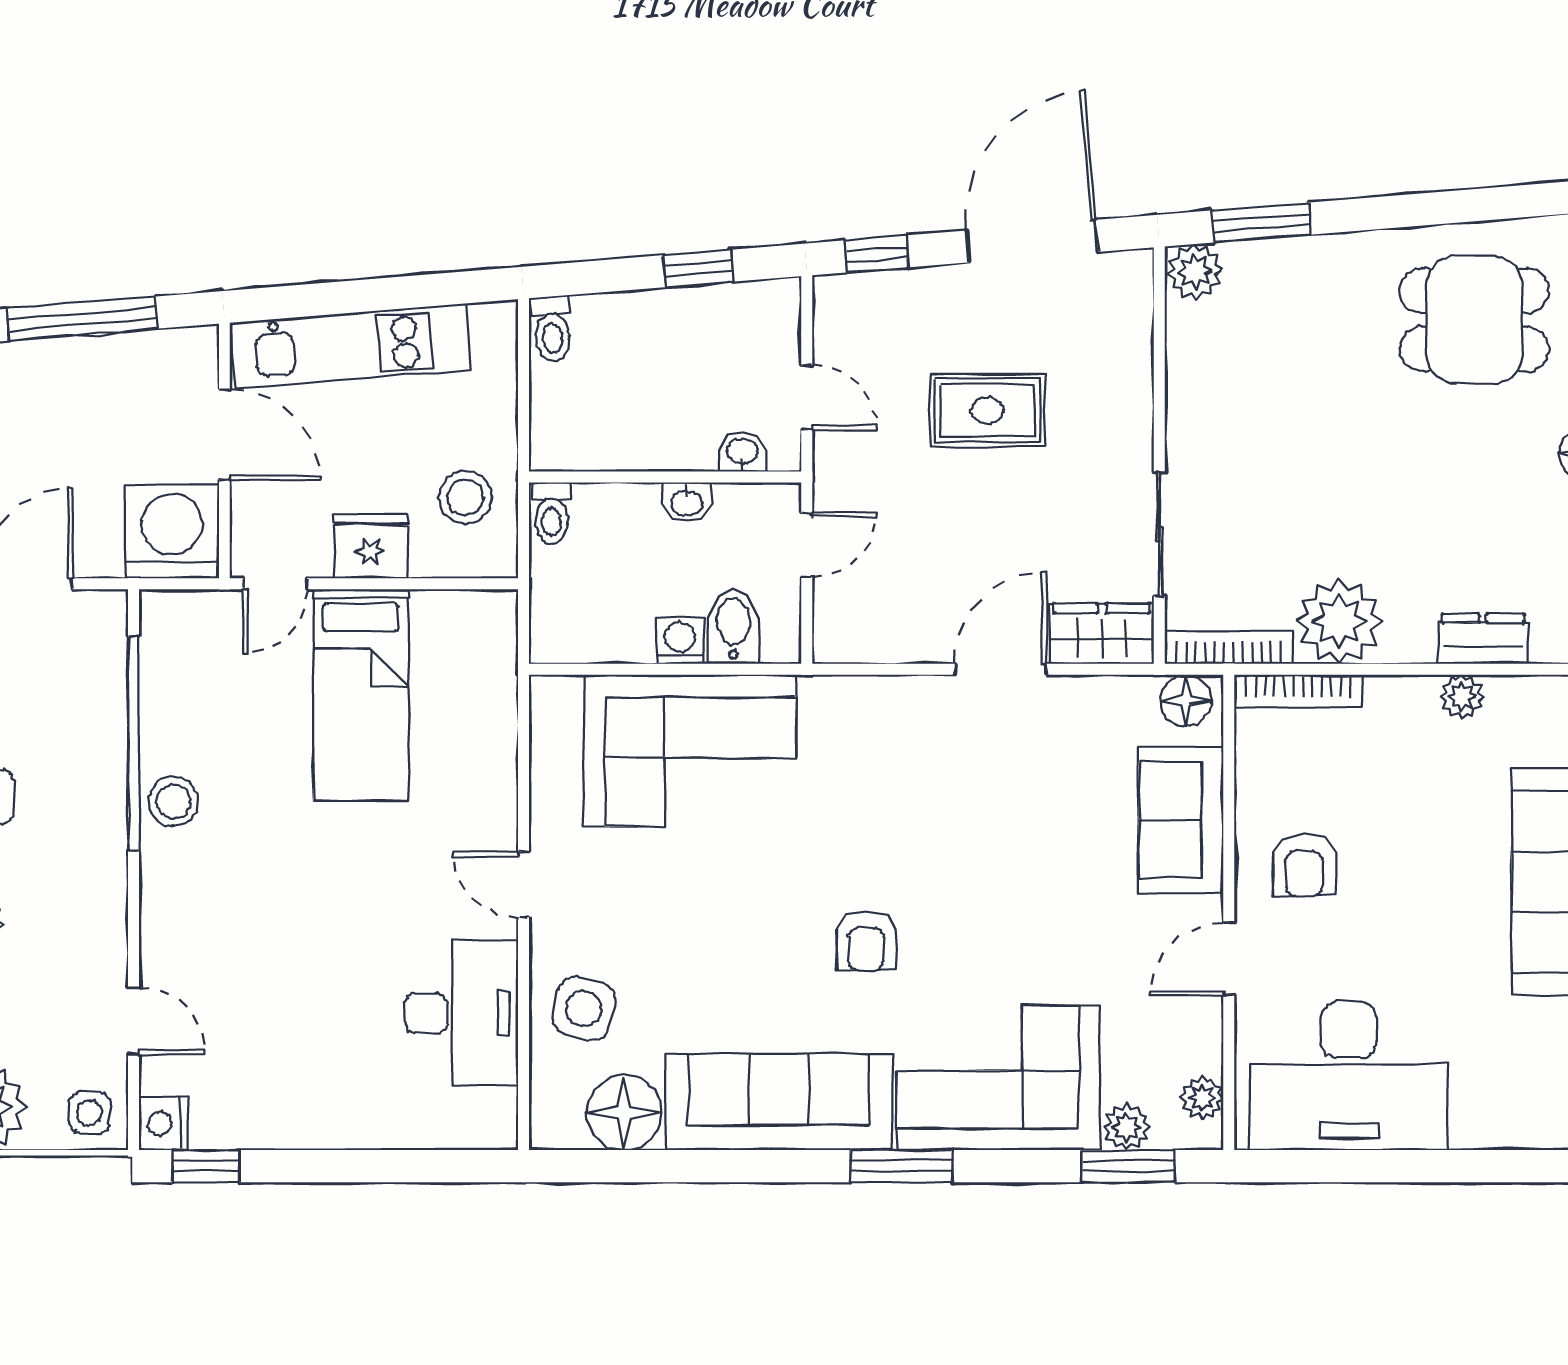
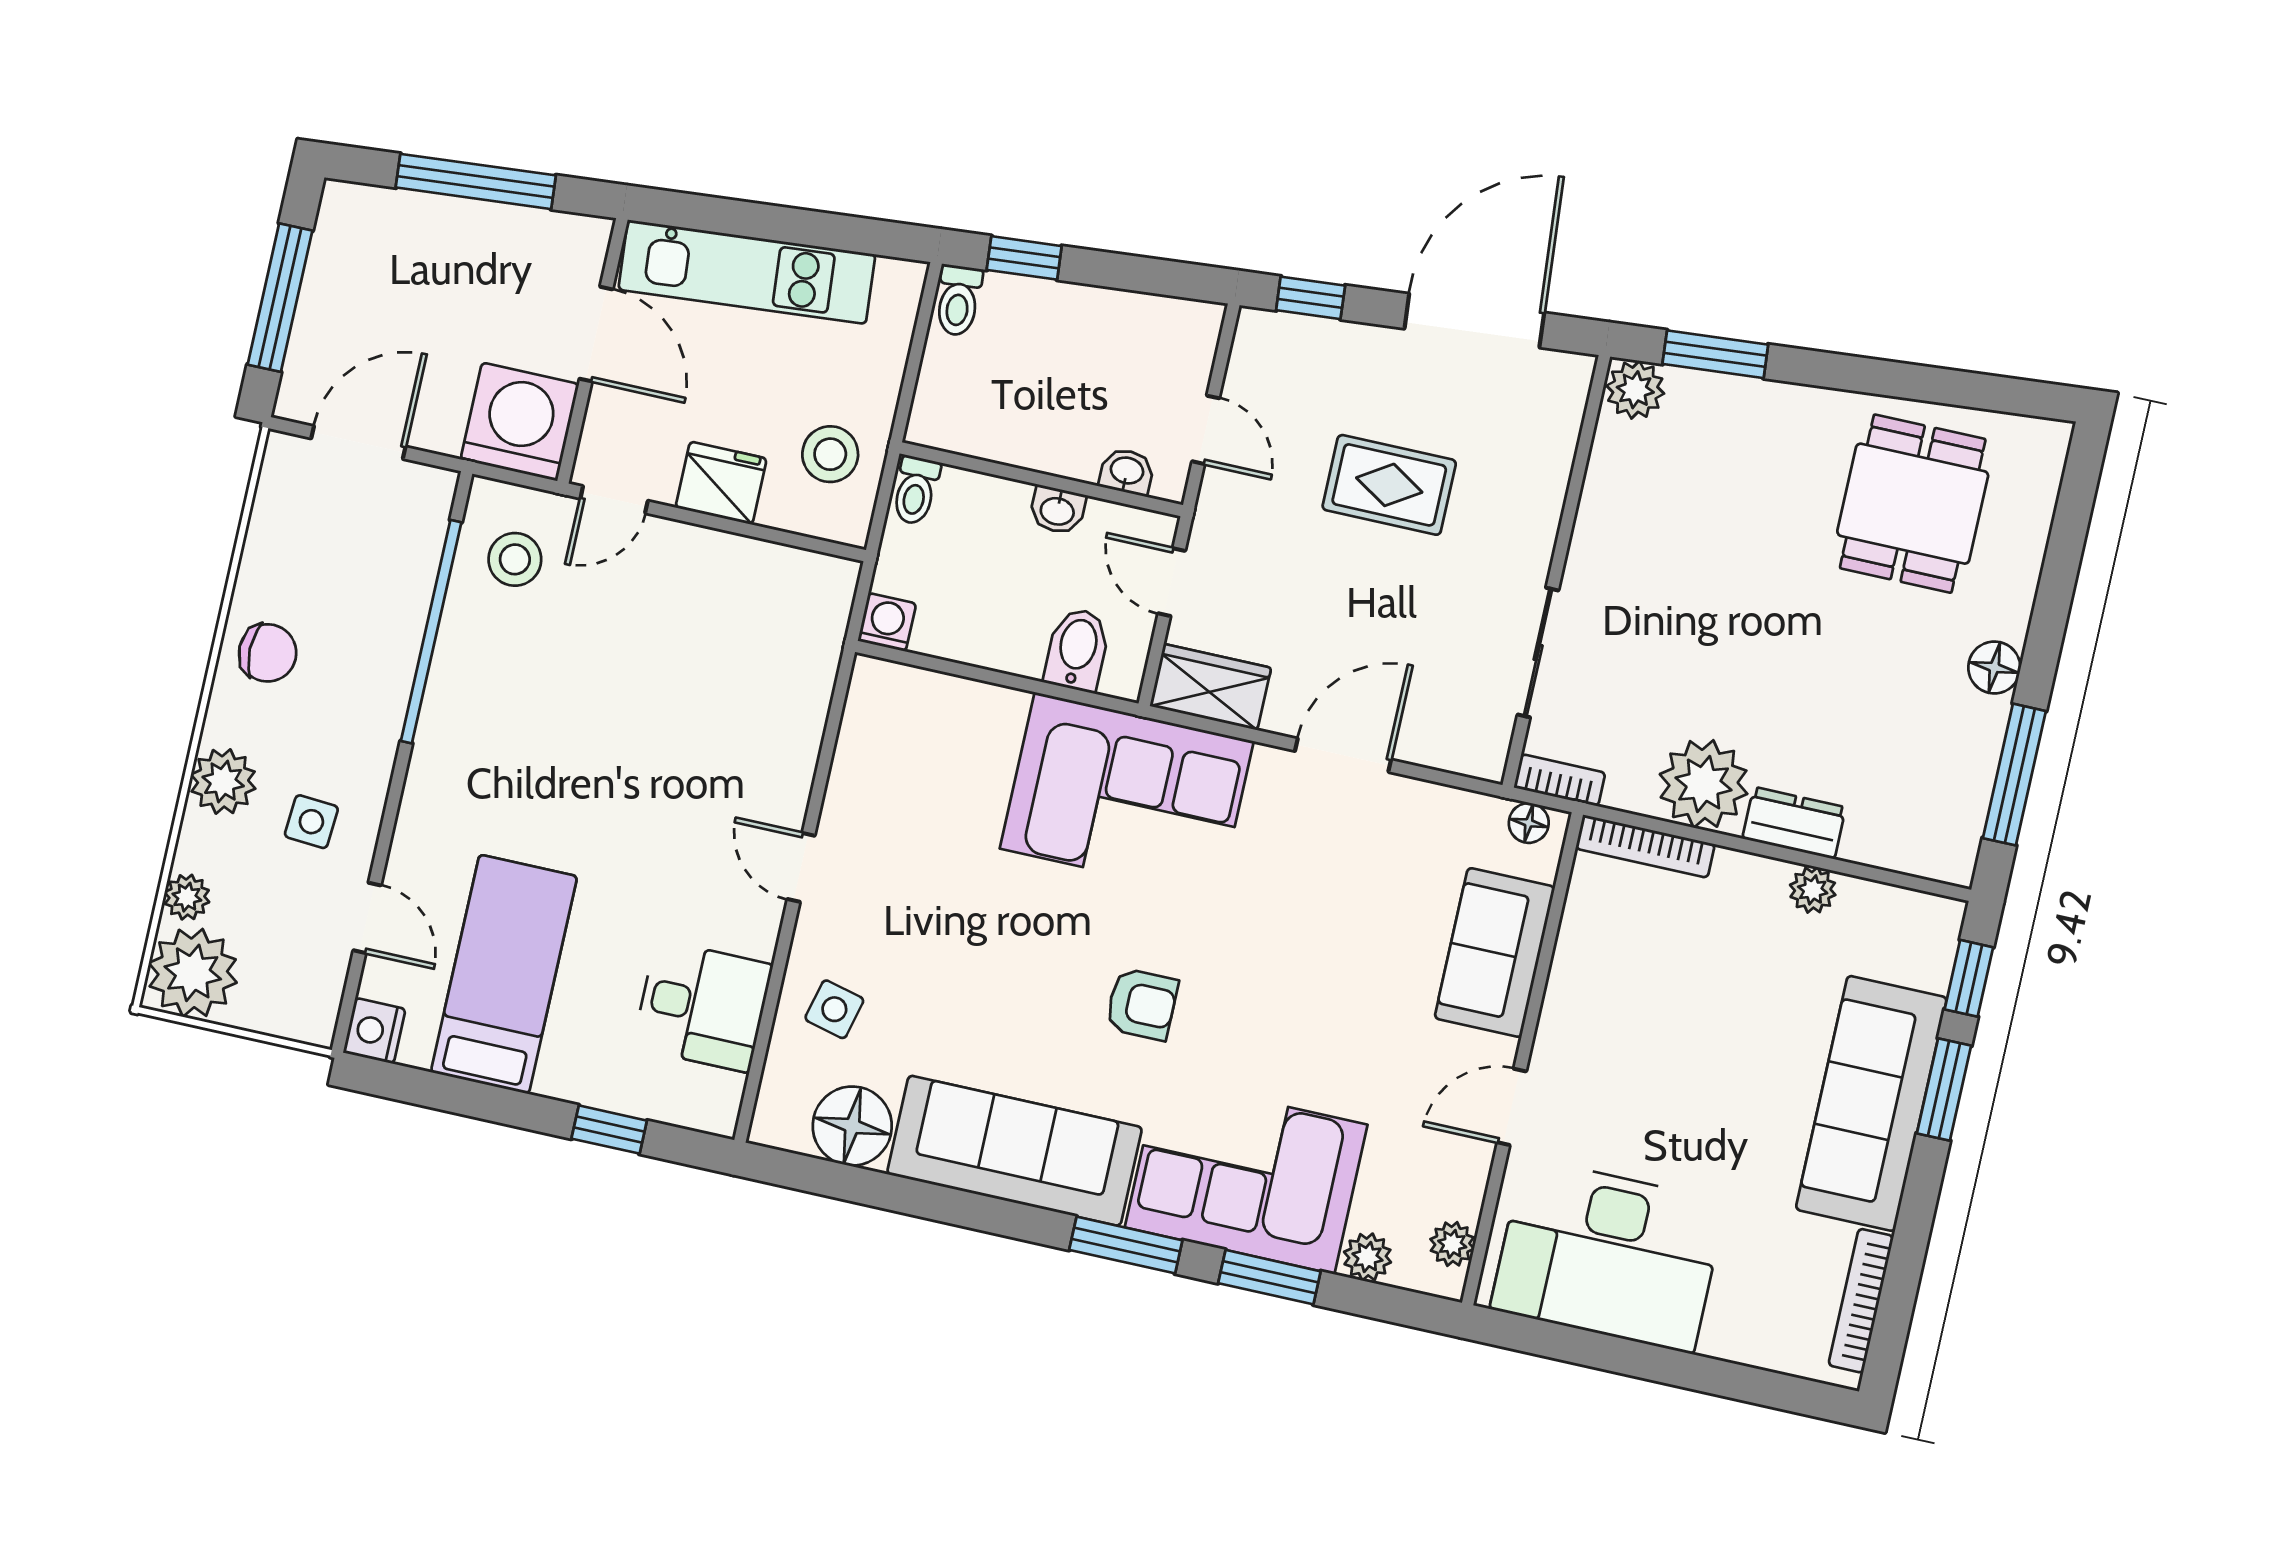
window: (698, 268) -> (1024, 258), moved
dining table: (1474, 320) -> (1913, 504), turned 90
door: (807, 545) -> (1172, 582), swing flipped
wardrobe: (1102, 634) -> (1211, 687), moved
dresser: (1483, 639) -> (1794, 823), moved
washing machine: (680, 641) -> (887, 622), moved
bookcase: (1229, 648) -> (1560, 780), width x0.64
bed: (361, 695) -> (504, 974), moved, turned 180
floor lamp: (1186, 700) -> (1529, 823), width x0.73, depth x0.73
corner sofa: (690, 750) -> (1127, 795), moved
stool: (173, 801) -> (515, 559), moved
armchair: (1305, 865) -> (1612, 1027), removed
armchair: (866, 941) -> (1142, 1004), turned -90
side table: (584, 1009) -> (834, 1009), width x0.73, depth x0.73
desk: (461, 1013) -> (703, 1006), width x0.73
side table: (89, 1113) -> (311, 822), moved
window: (206, 1166) -> (609, 1130), moved
window: (1129, 1166) -> (1269, 1277), moved

